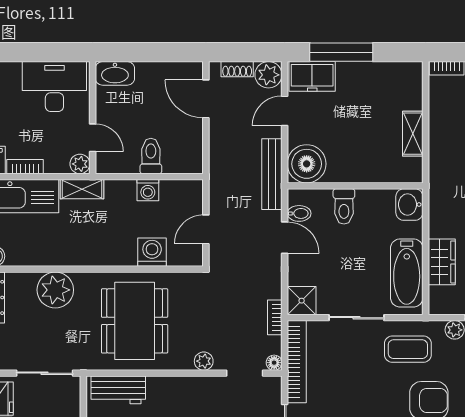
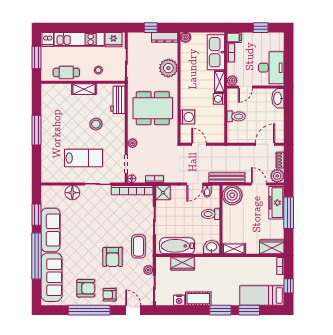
freezer: (312, 76) -> (276, 203), width x1.40
wardrobe: (409, 85) -> (272, 247), added
shelving: (413, 134) -> (234, 249), moved
washing machine: (148, 190) -> (219, 99), moved

